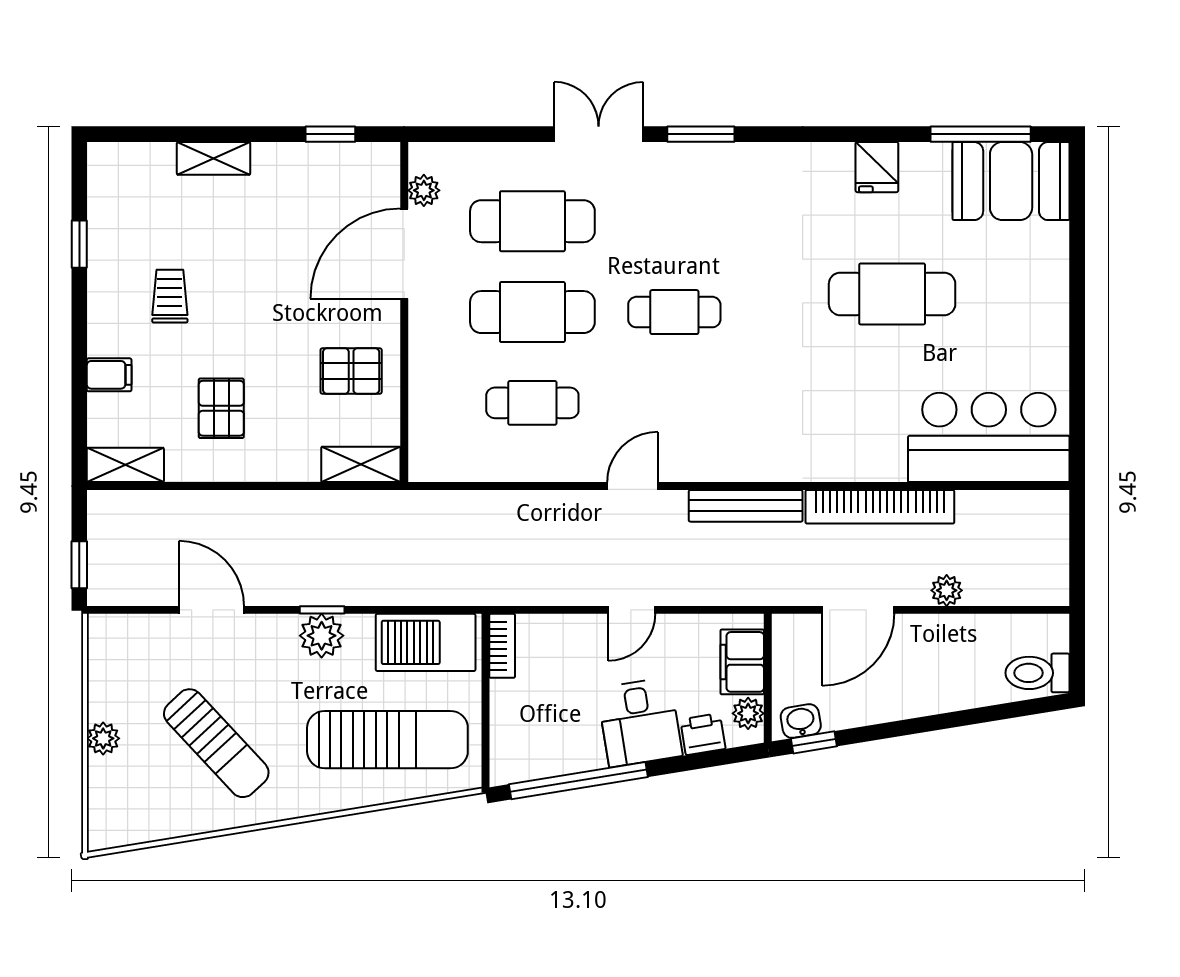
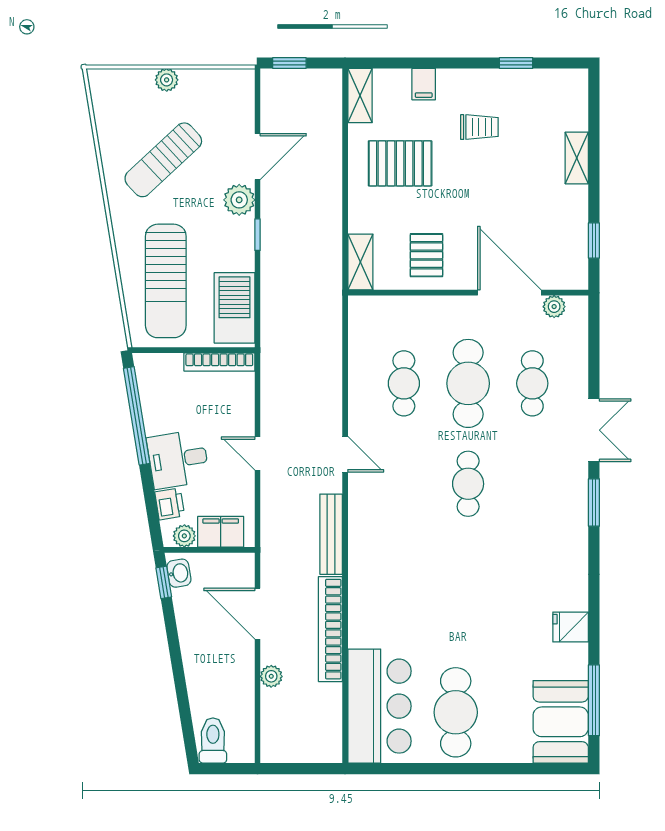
cafe table: (532, 221) -> (532, 383), width x0.73, depth x0.74
cafe table: (892, 294) -> (456, 712), moved
pallet: (221, 408) -> (400, 163), width x1.50, depth x1.42
plant: (322, 636) -> (239, 200), moved
bookcase: (502, 646) -> (219, 362), width x1.56

